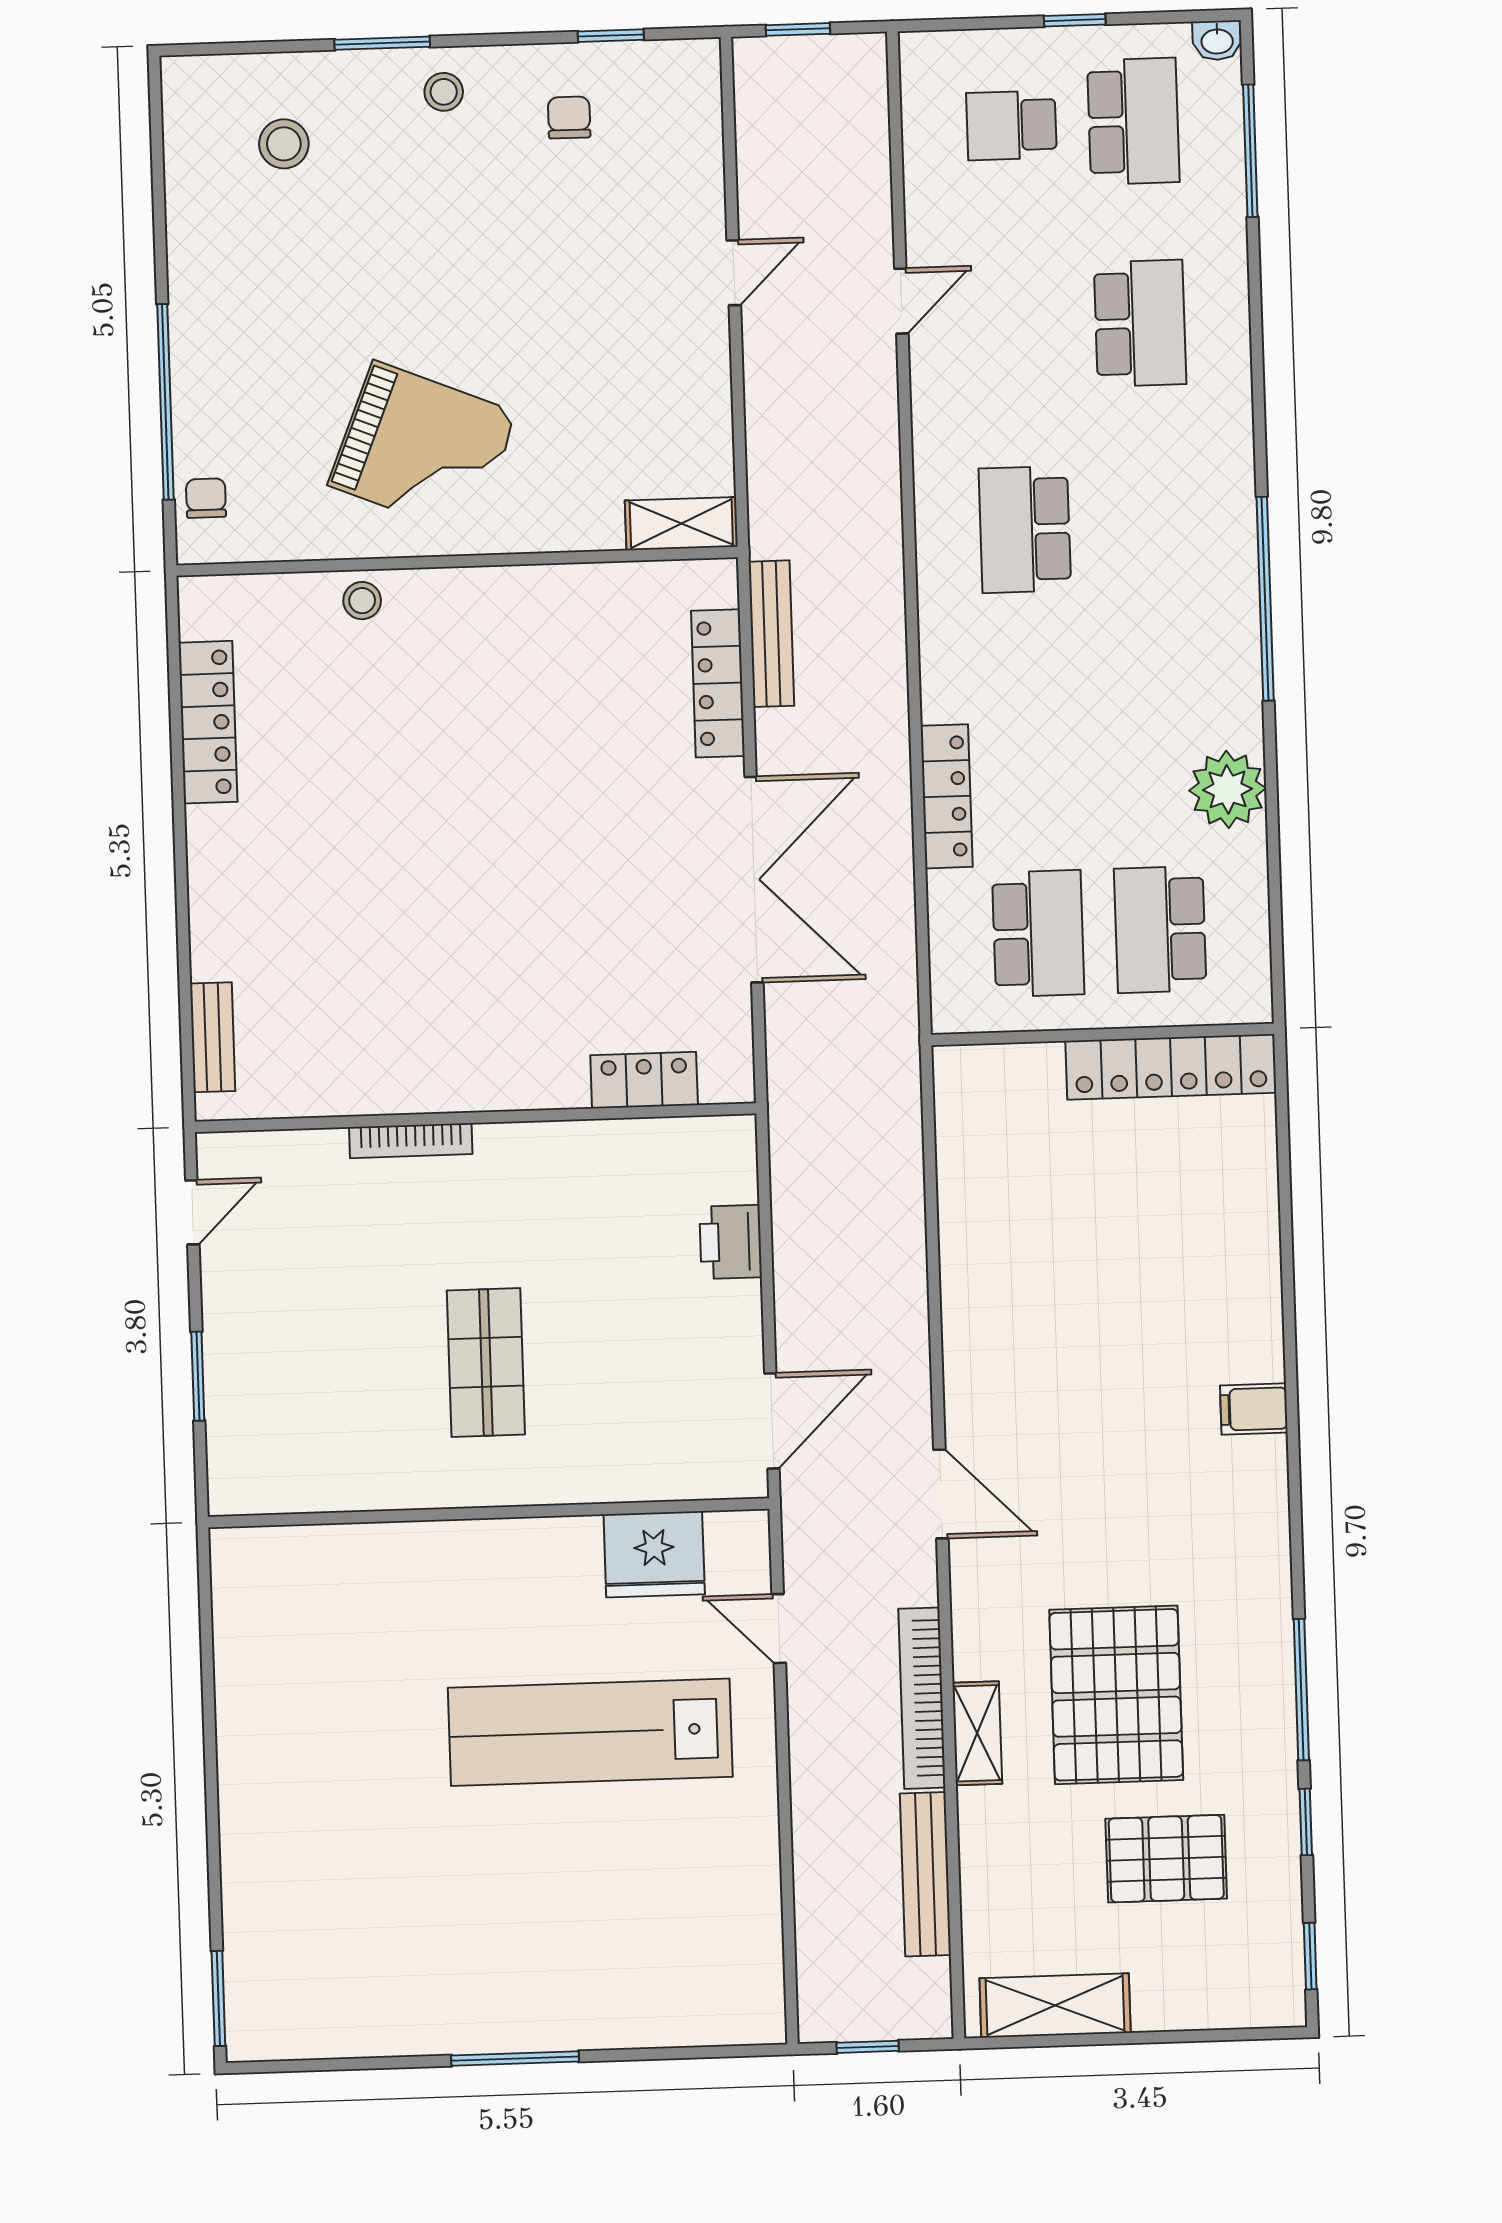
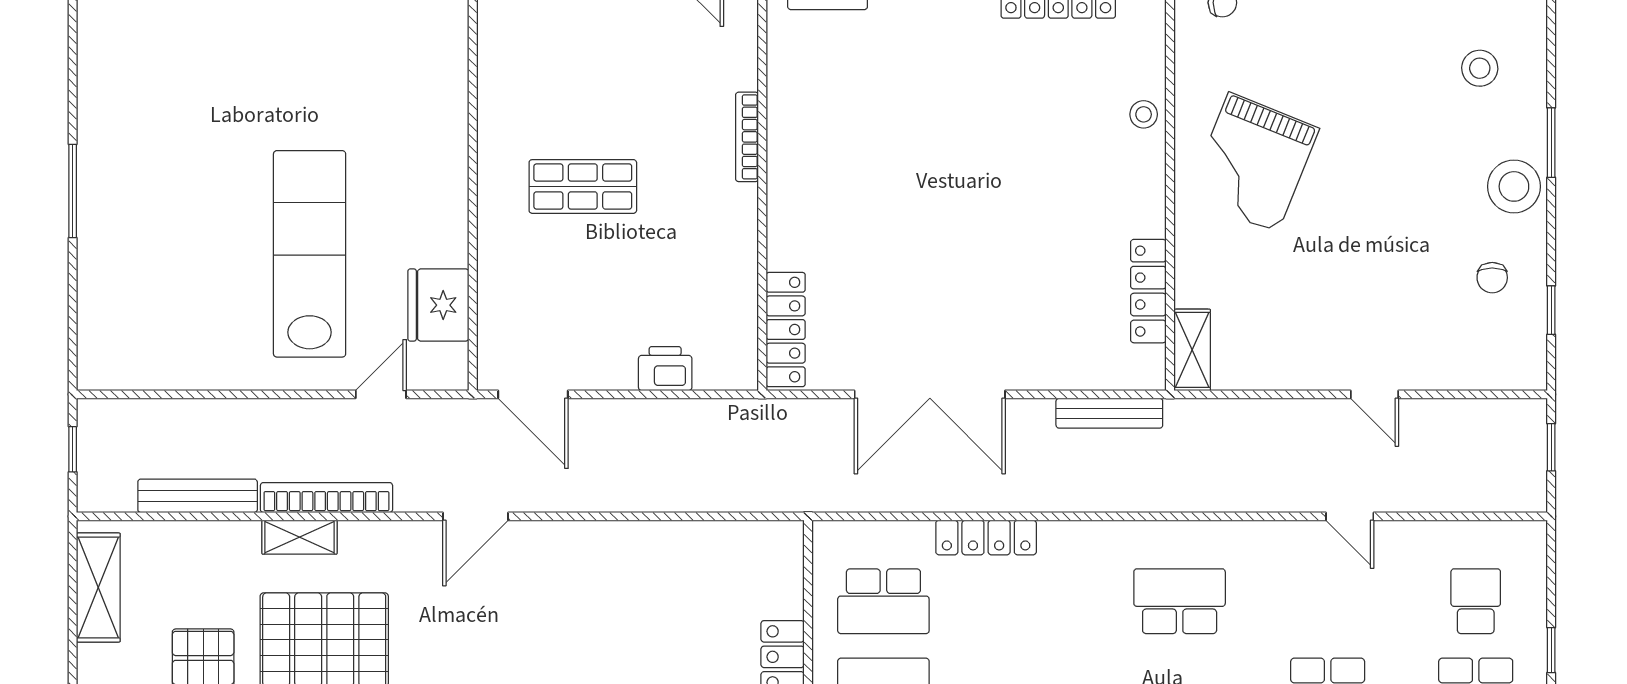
stool: (444, 92) -> (1514, 186), width x1.89, depth x1.89
chair: (569, 117) -> (1492, 278), turned 90
locker: (718, 683) -> (1148, 291), moved, turned -90
locker: (644, 1080) -> (786, 330), width x1.53

